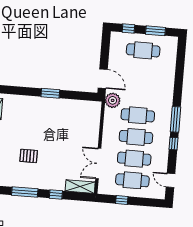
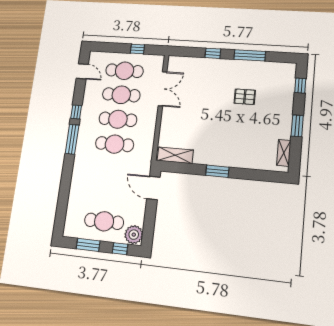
plant: (113, 100) -> (134, 235), moved
shelving: (80, 187) -> (175, 155), moved

